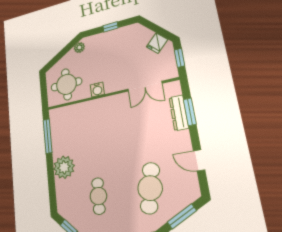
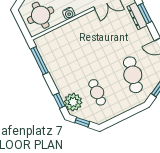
plant: (64, 167) -> (73, 102), moved
window: (52, 191) -> (59, 101), added

